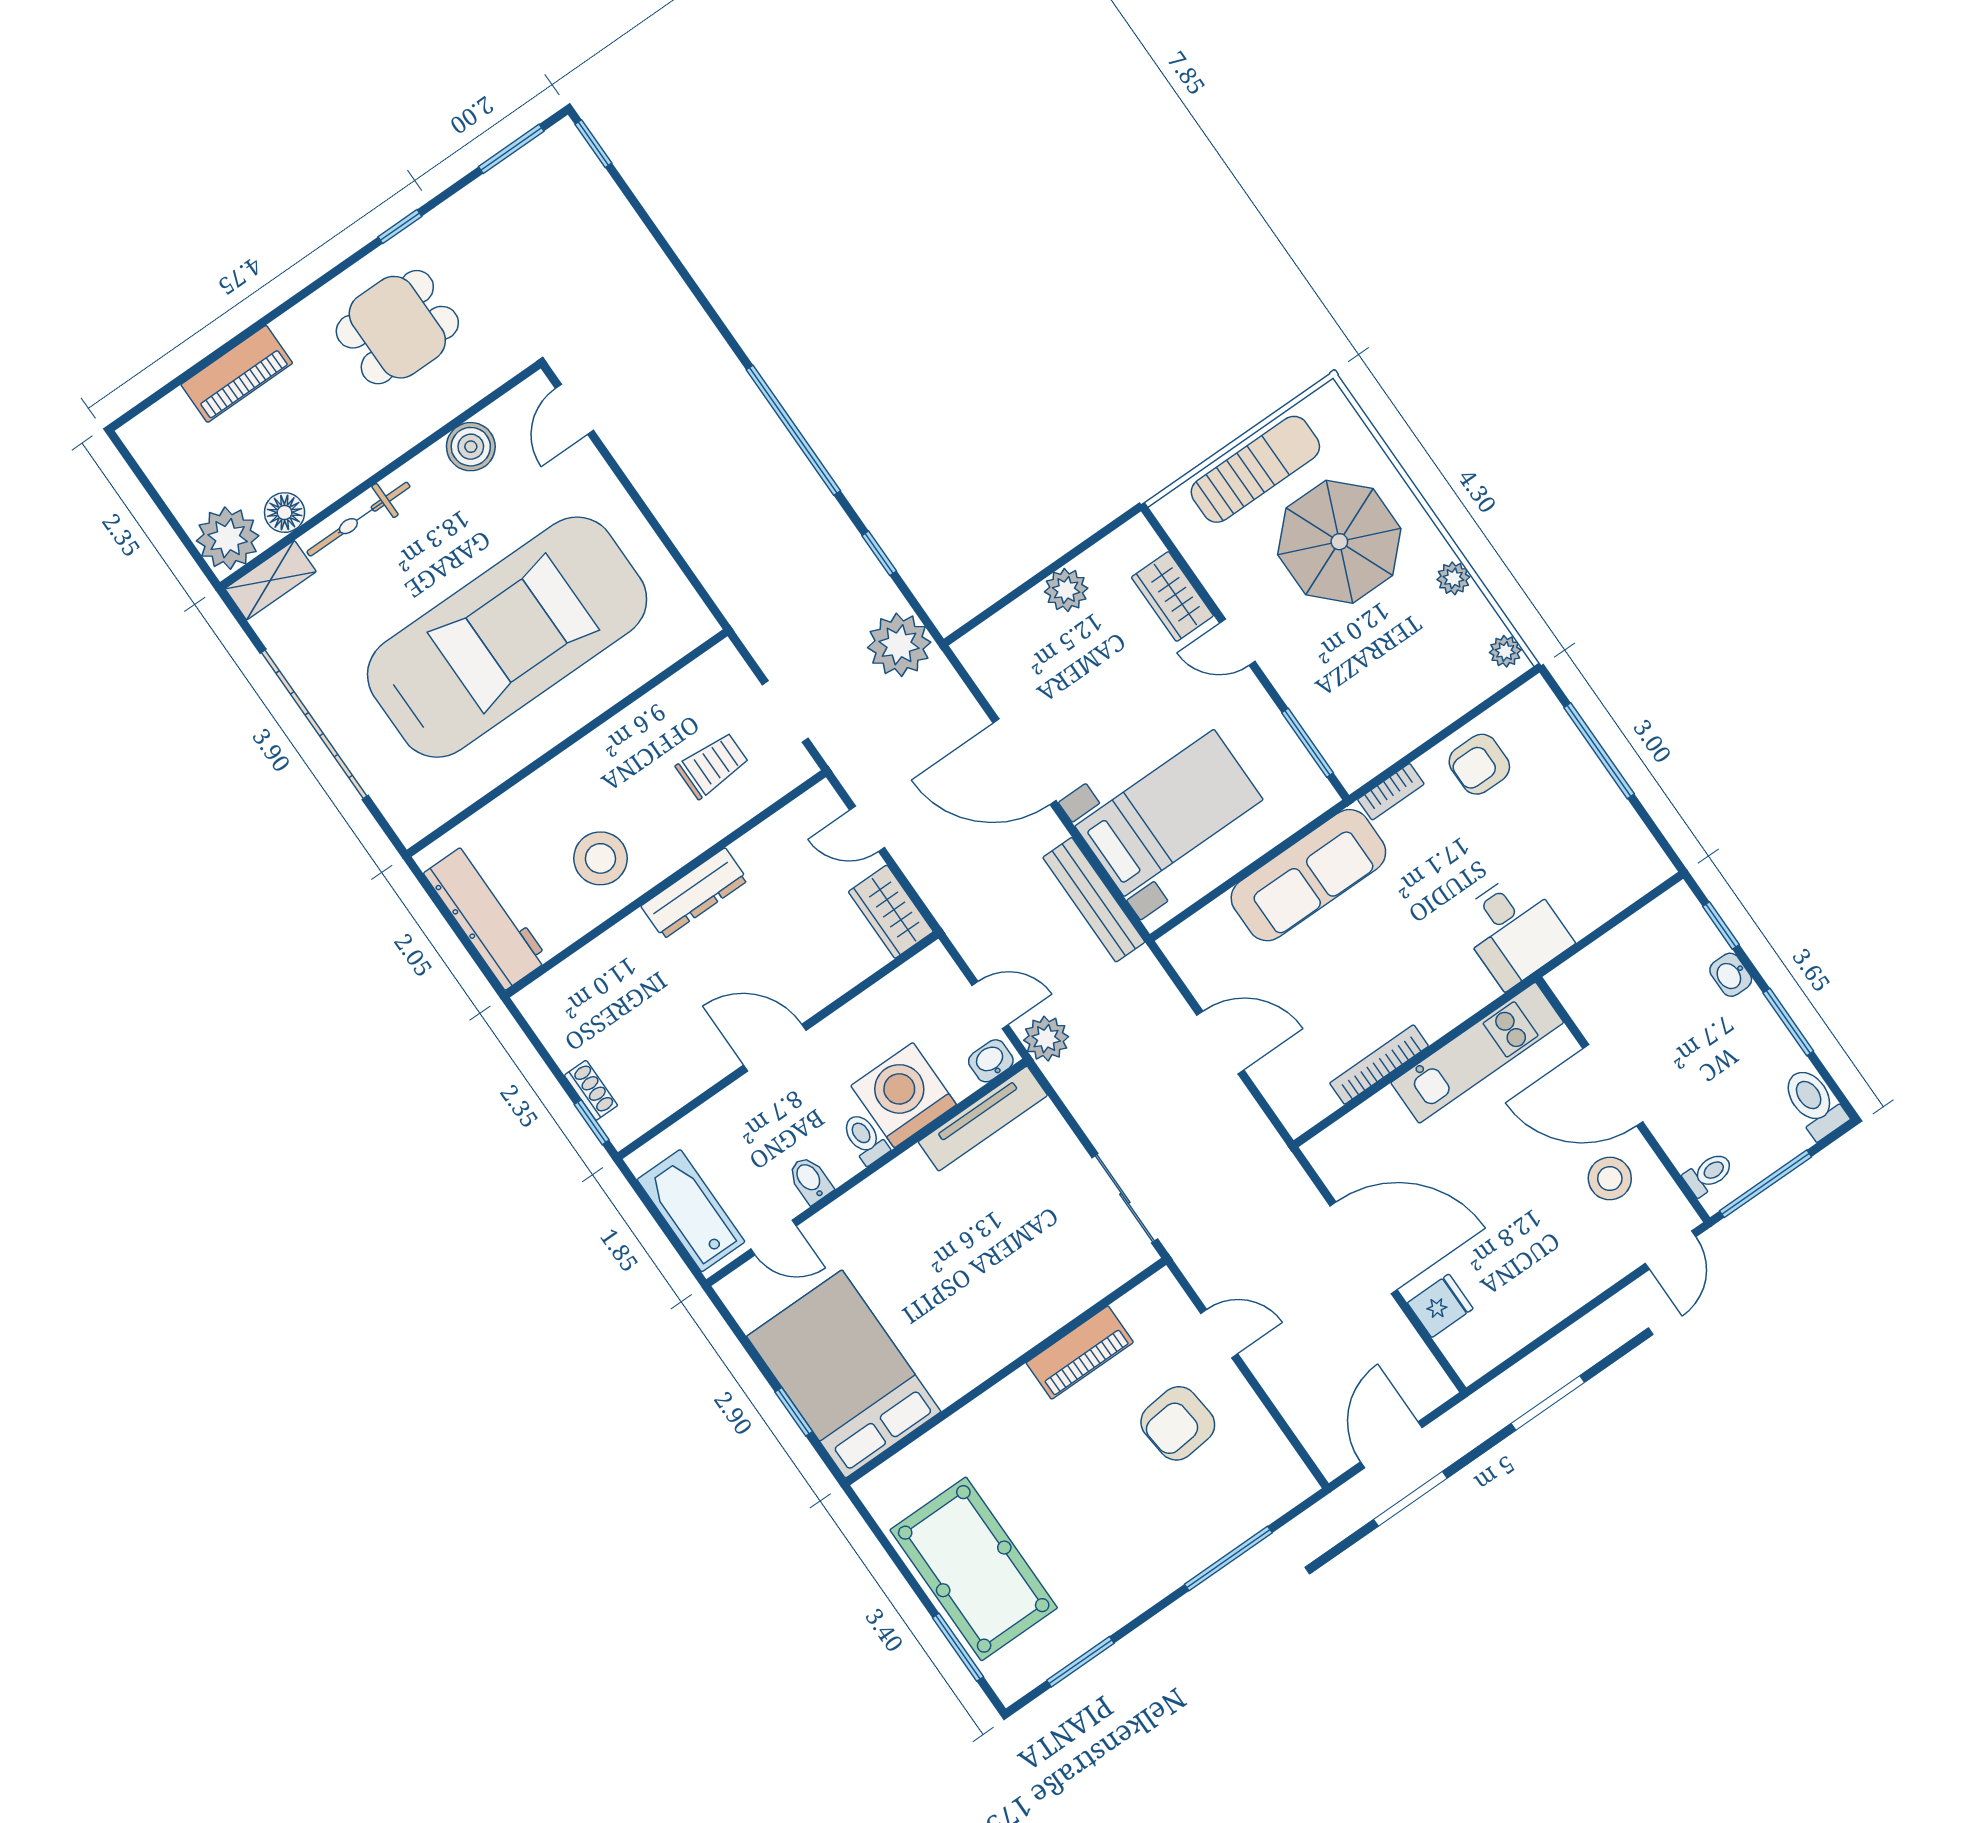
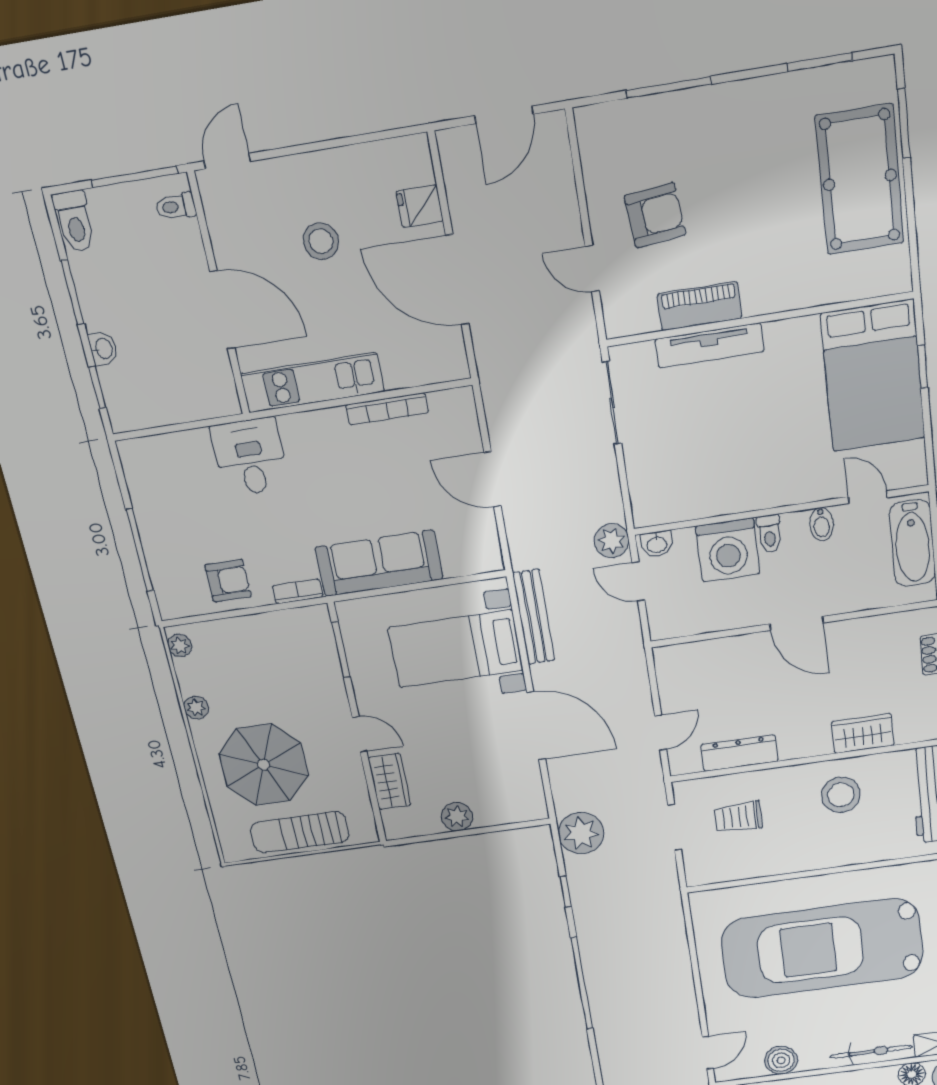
door: (867, 829) -> (661, 733), hinge flipped
dresser: (694, 893) -> (739, 753), moved
wardrobe: (891, 912) -> (863, 733), moved, turned -90
tv unit: (983, 1119) -> (710, 345), moved, turned 180
stool: (1610, 1178) -> (321, 241), moved

